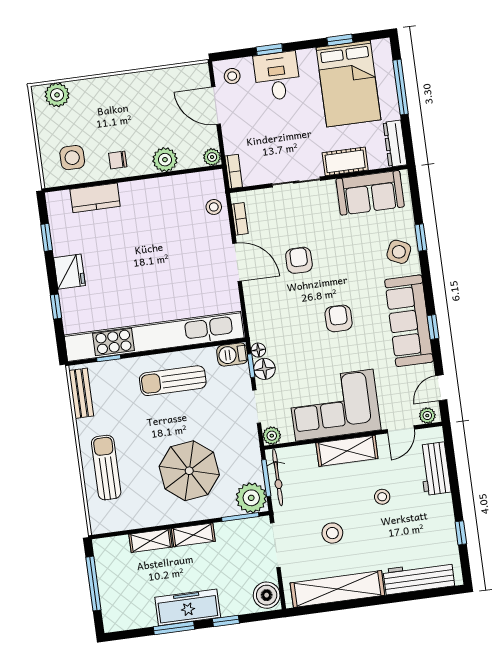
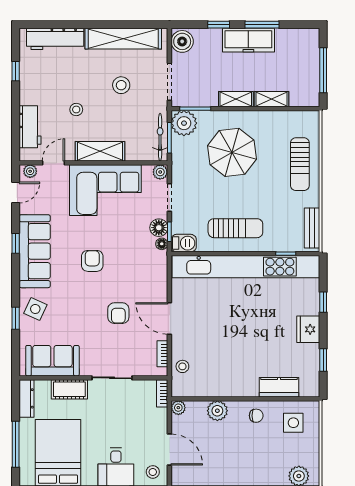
armchair: (339, 318) -> (92, 261), turned 180

